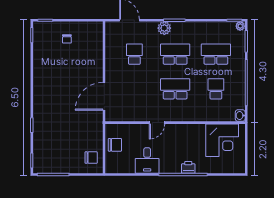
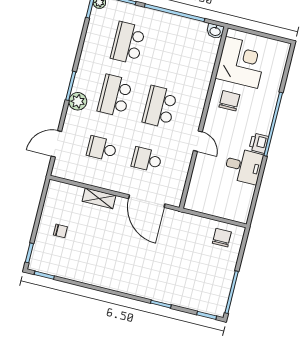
shelving: (98, 61) -> (99, 198), added
school desk: (216, 89) -> (147, 160), moved
chair: (115, 145) -> (229, 101), moved
printer: (188, 167) -> (259, 143), moved

